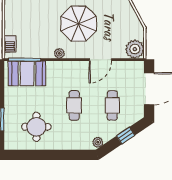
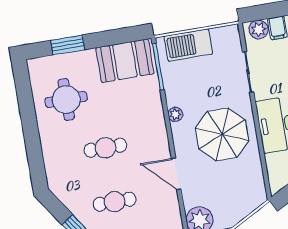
barbecue: (10, 44) -> (188, 45), width x1.88, depth x1.53
booth: (27, 73) -> (125, 61), moved, turned 90
plant: (98, 142) -> (59, 190), removed

